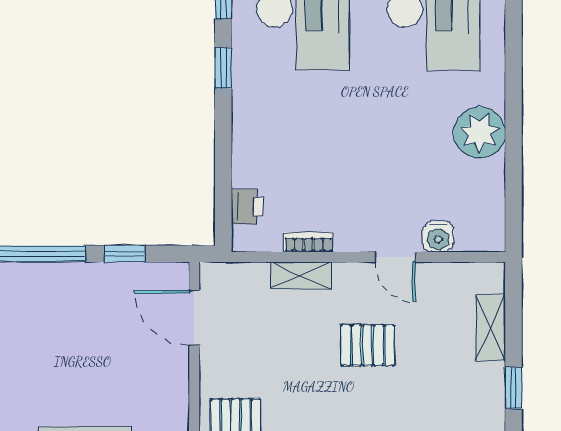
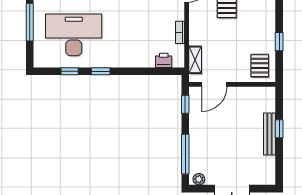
window: (125, 254) -> (185, 104), moved
shelving: (301, 276) -> (195, 60), moved

